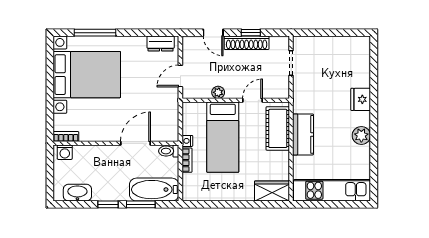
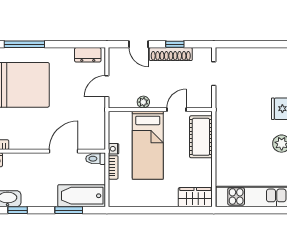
kitchen counter: (303, 134) -> (225, 143), removed
window: (108, 204) -> (18, 210), moved

